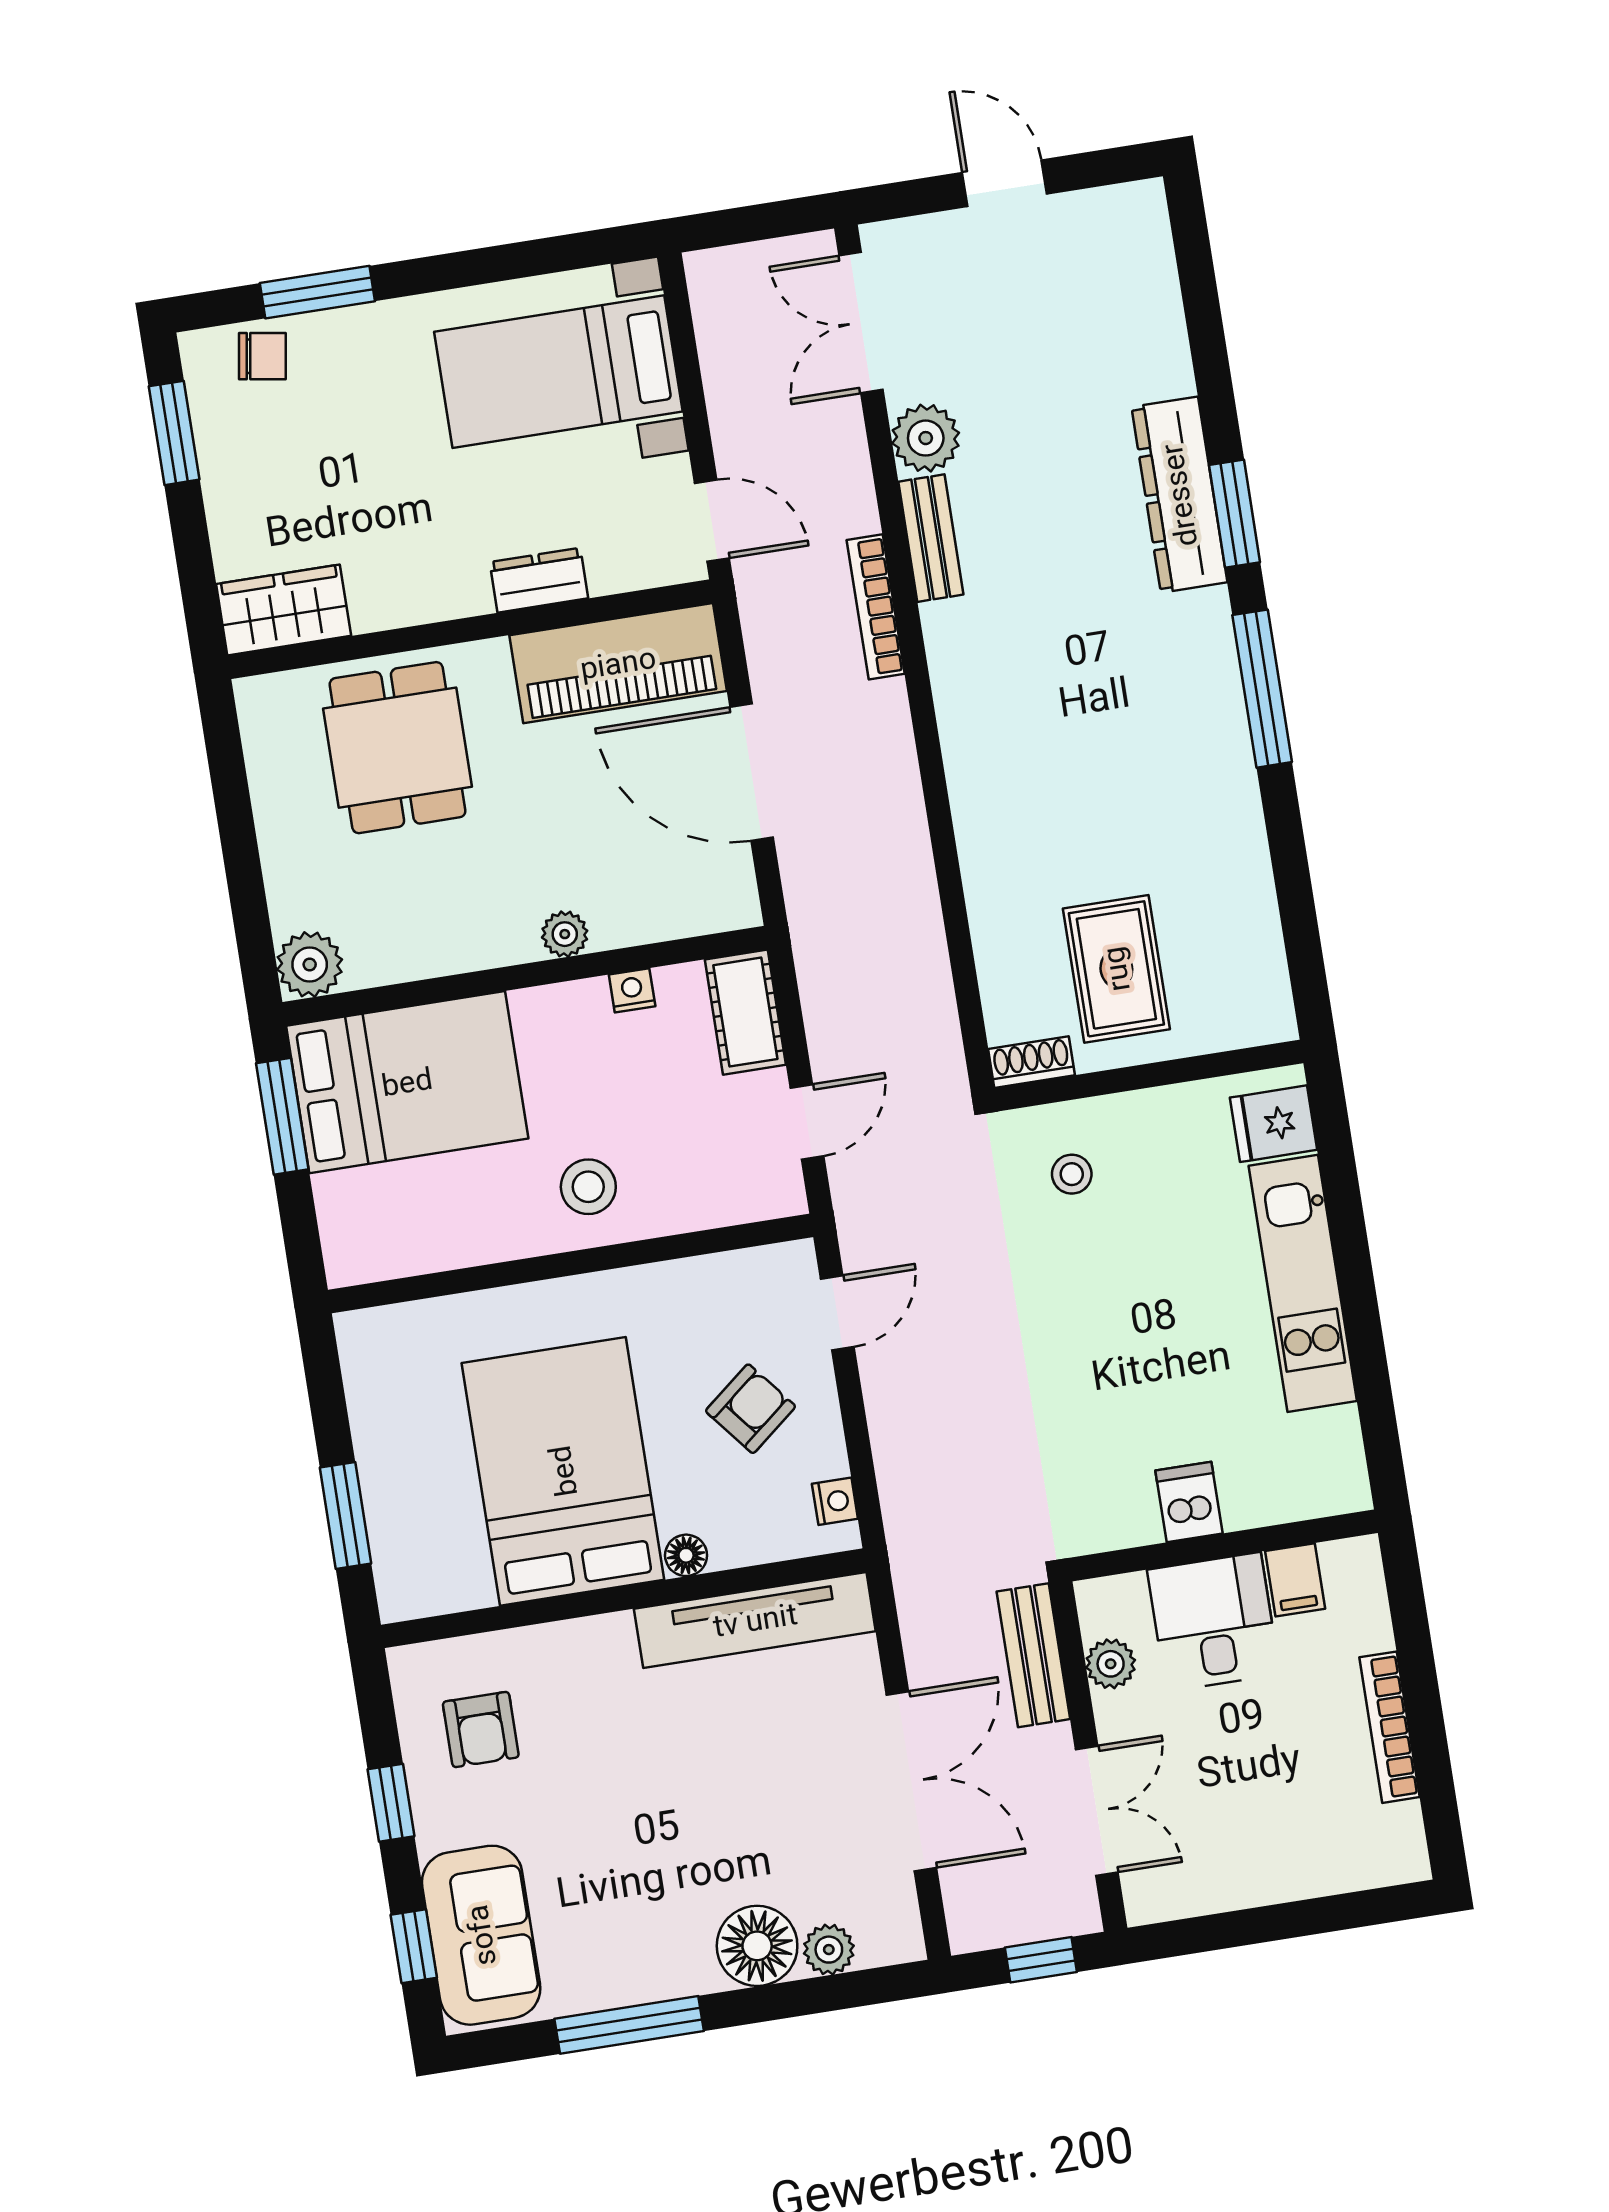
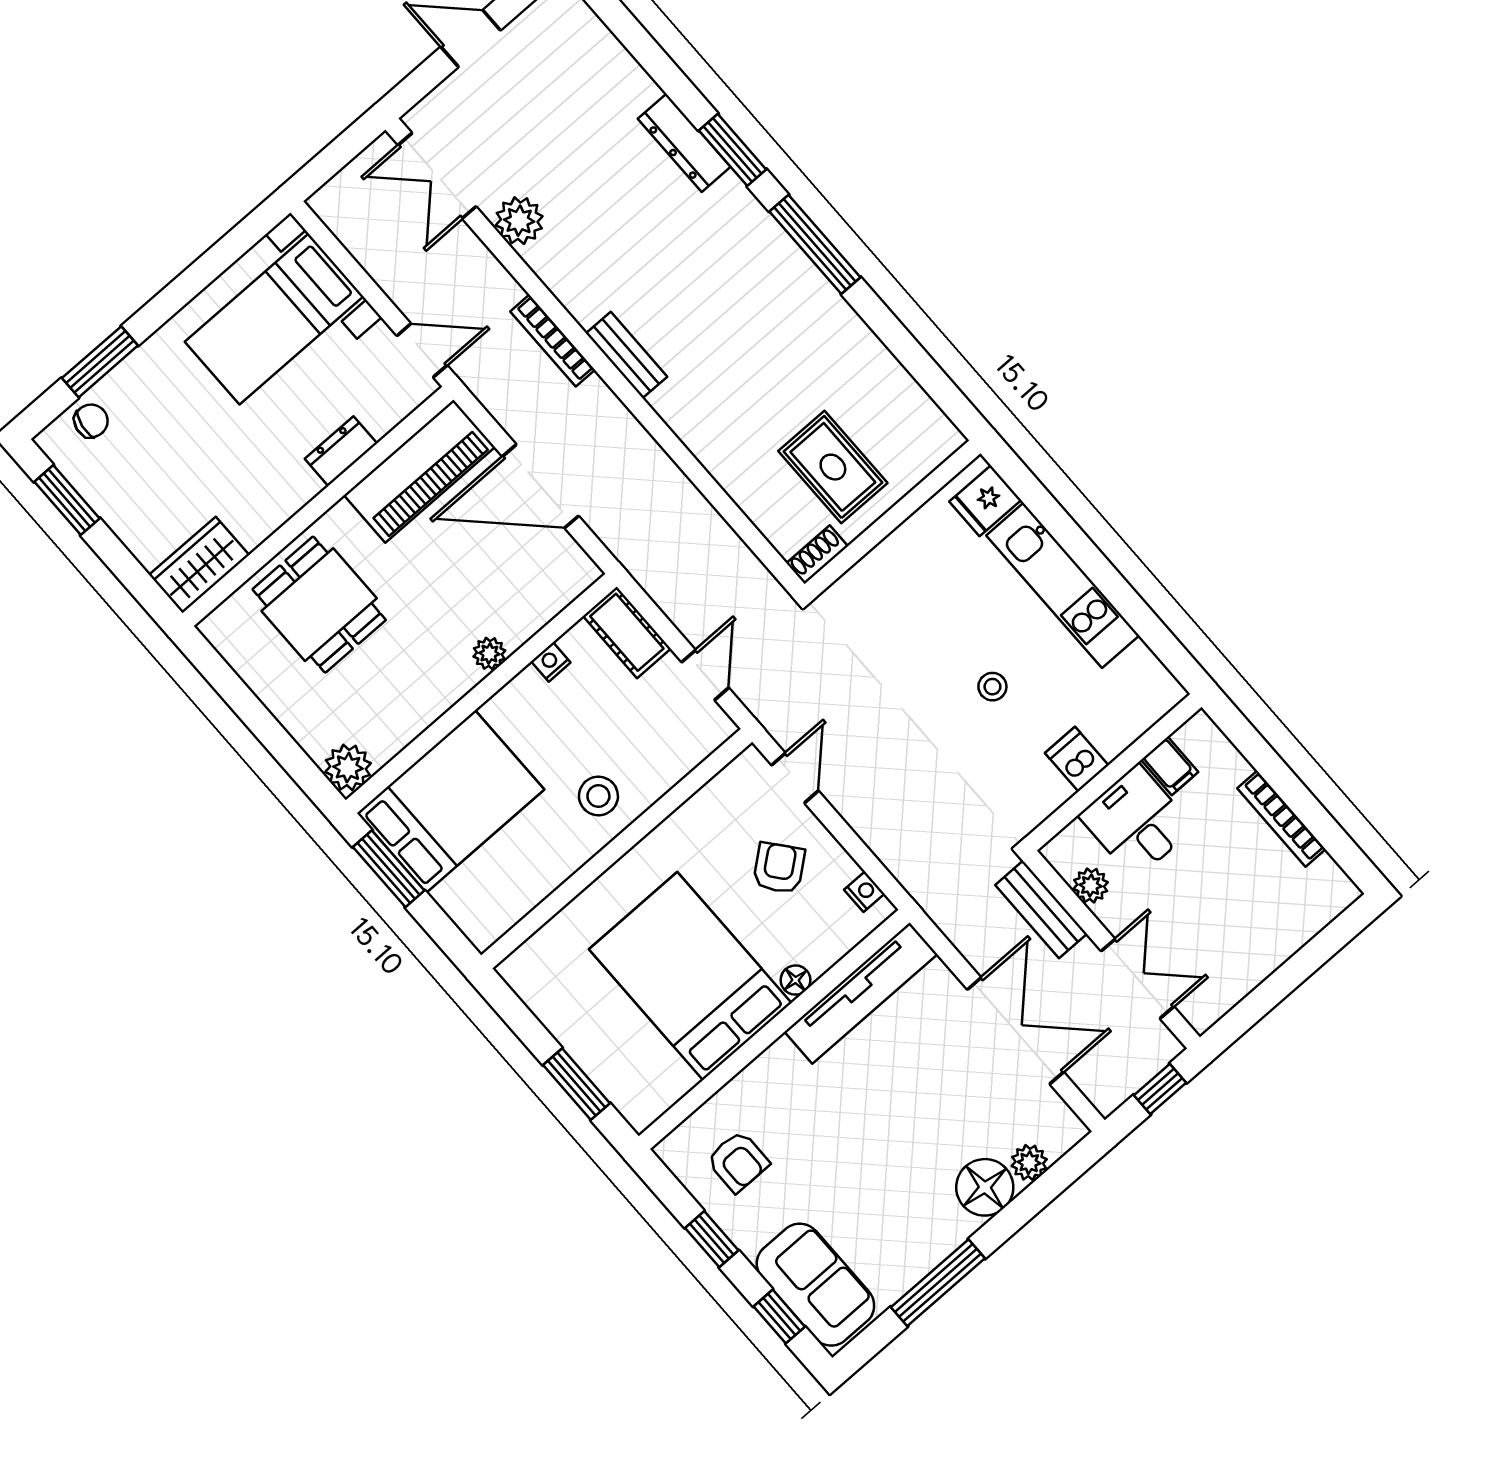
dresser: (1179, 495) -> (684, 143), width x0.73, depth x0.80
bench: (931, 538) -> (626, 355), moved
stool: (1072, 1174) -> (992, 687), moved

